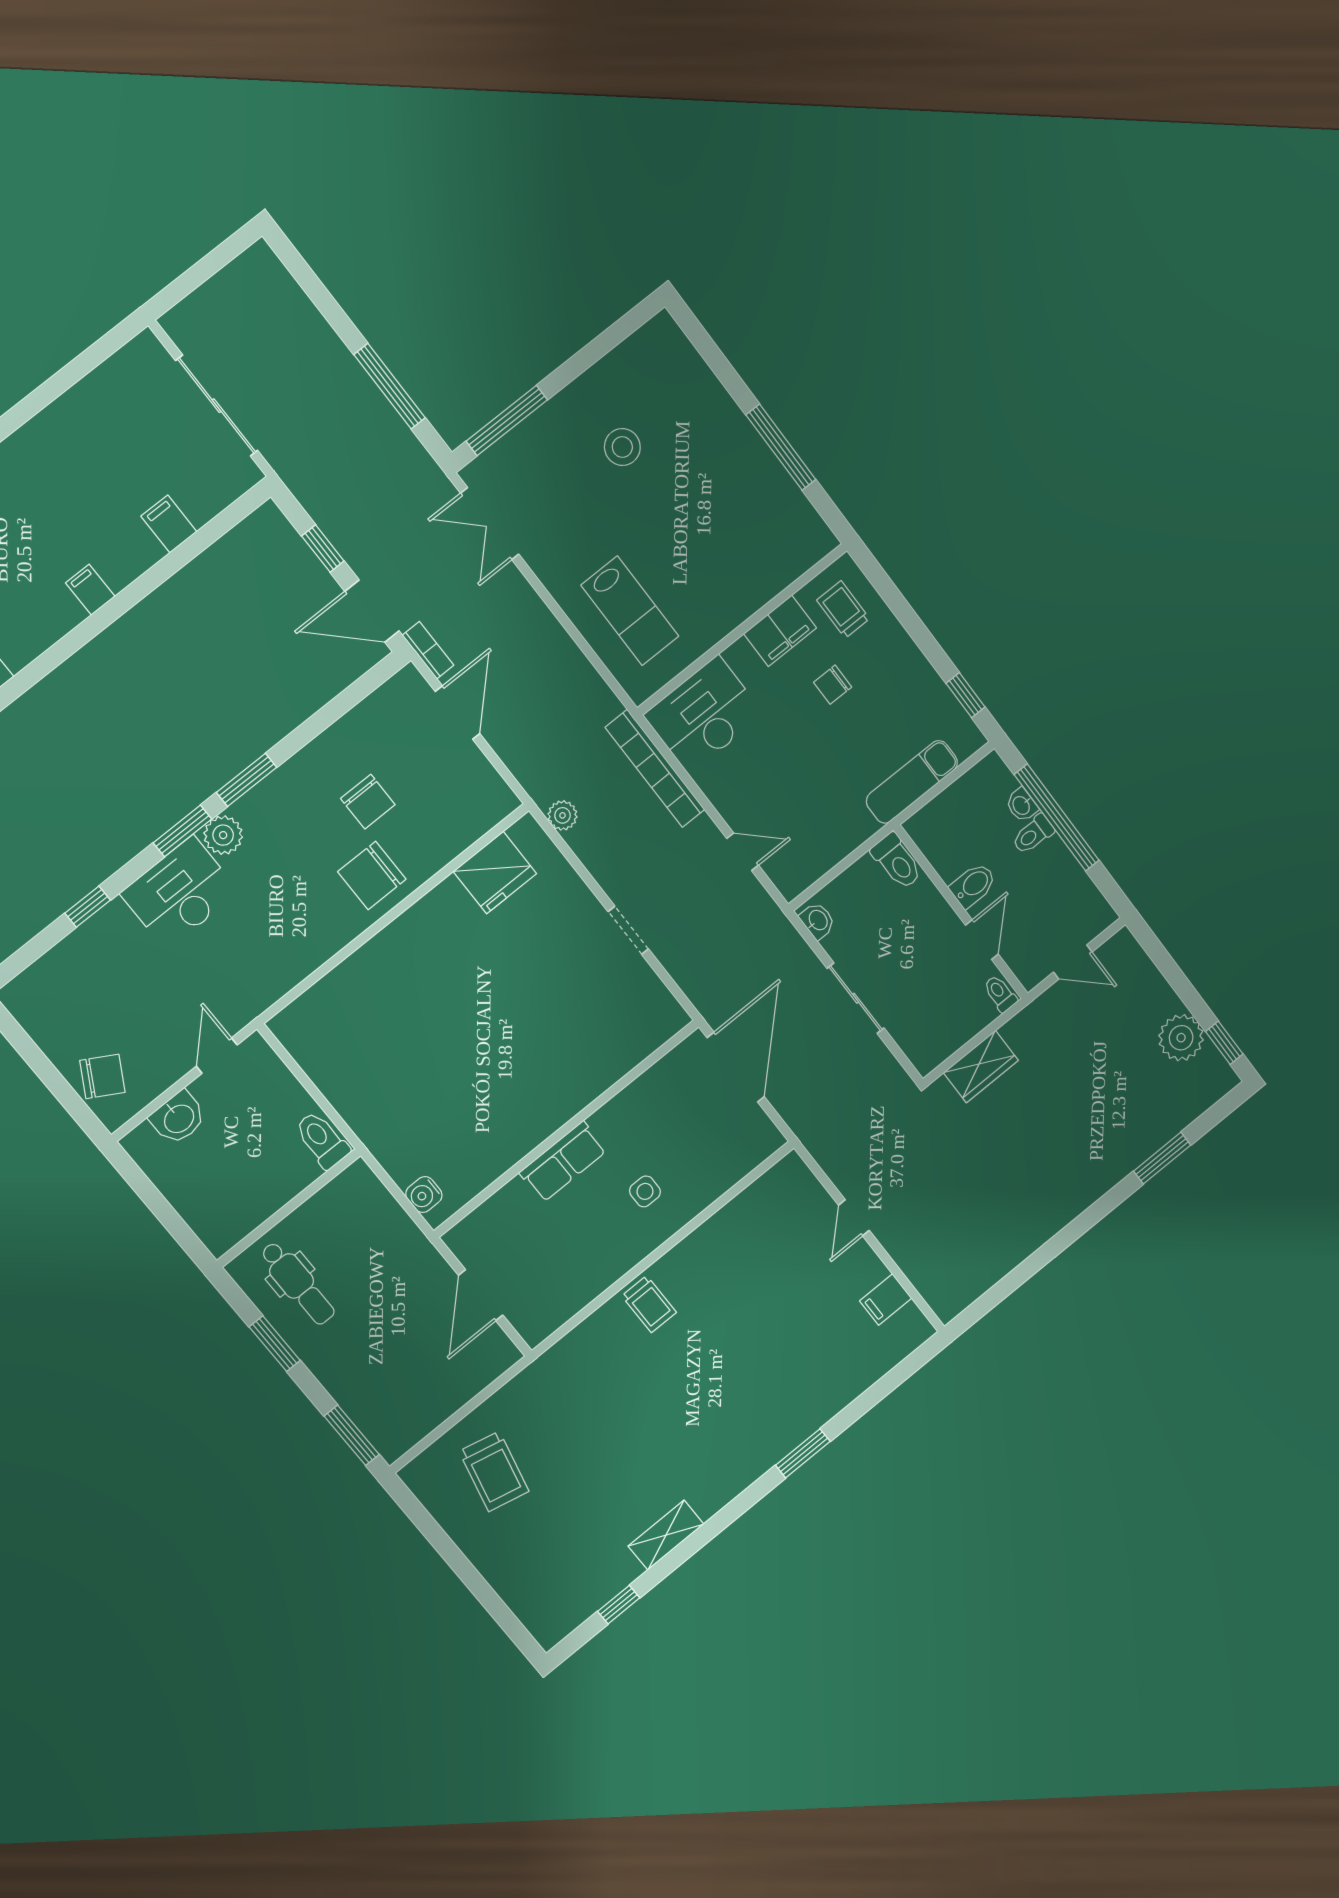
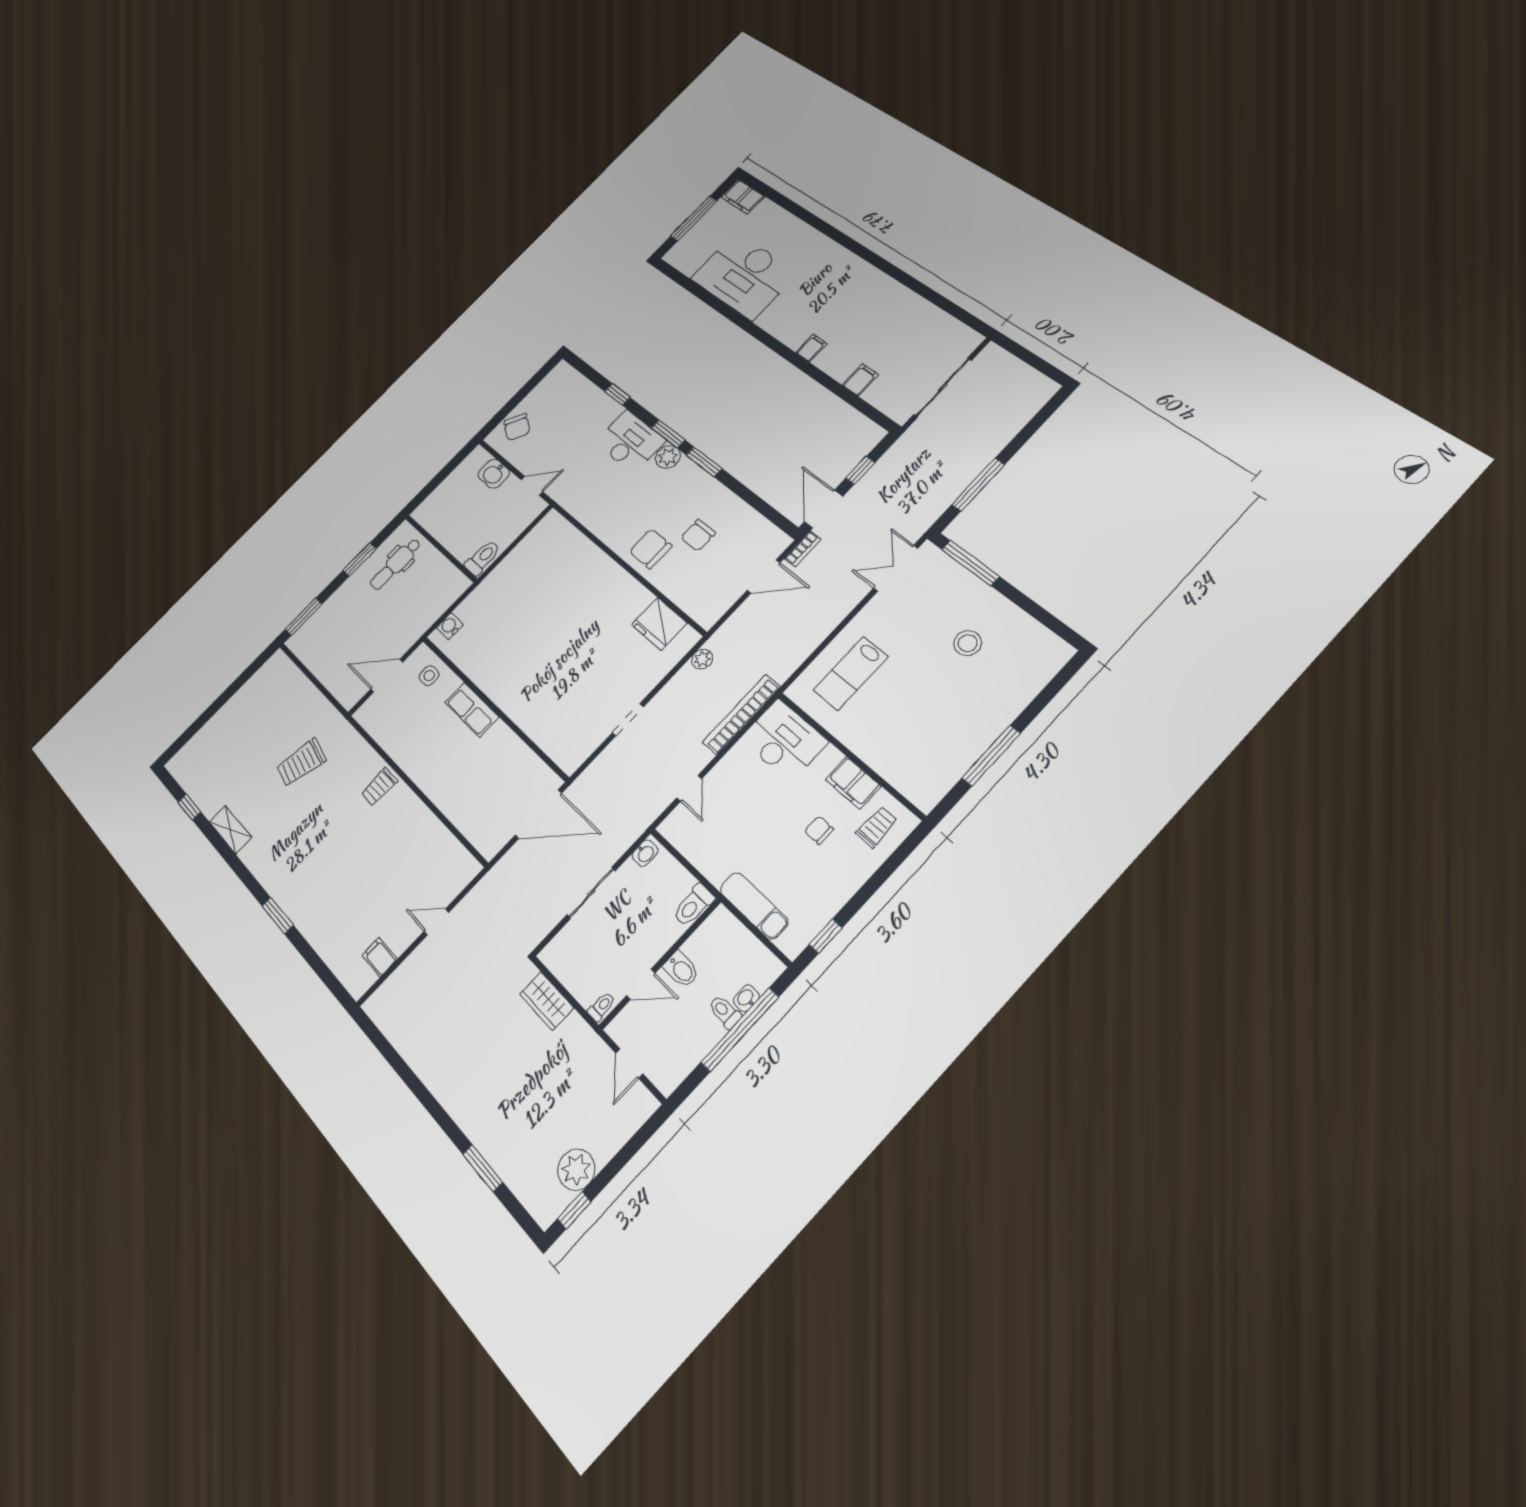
side table: (645, 1191) -> (429, 676), moved
trolley: (494, 1471) -> (301, 763), moved

